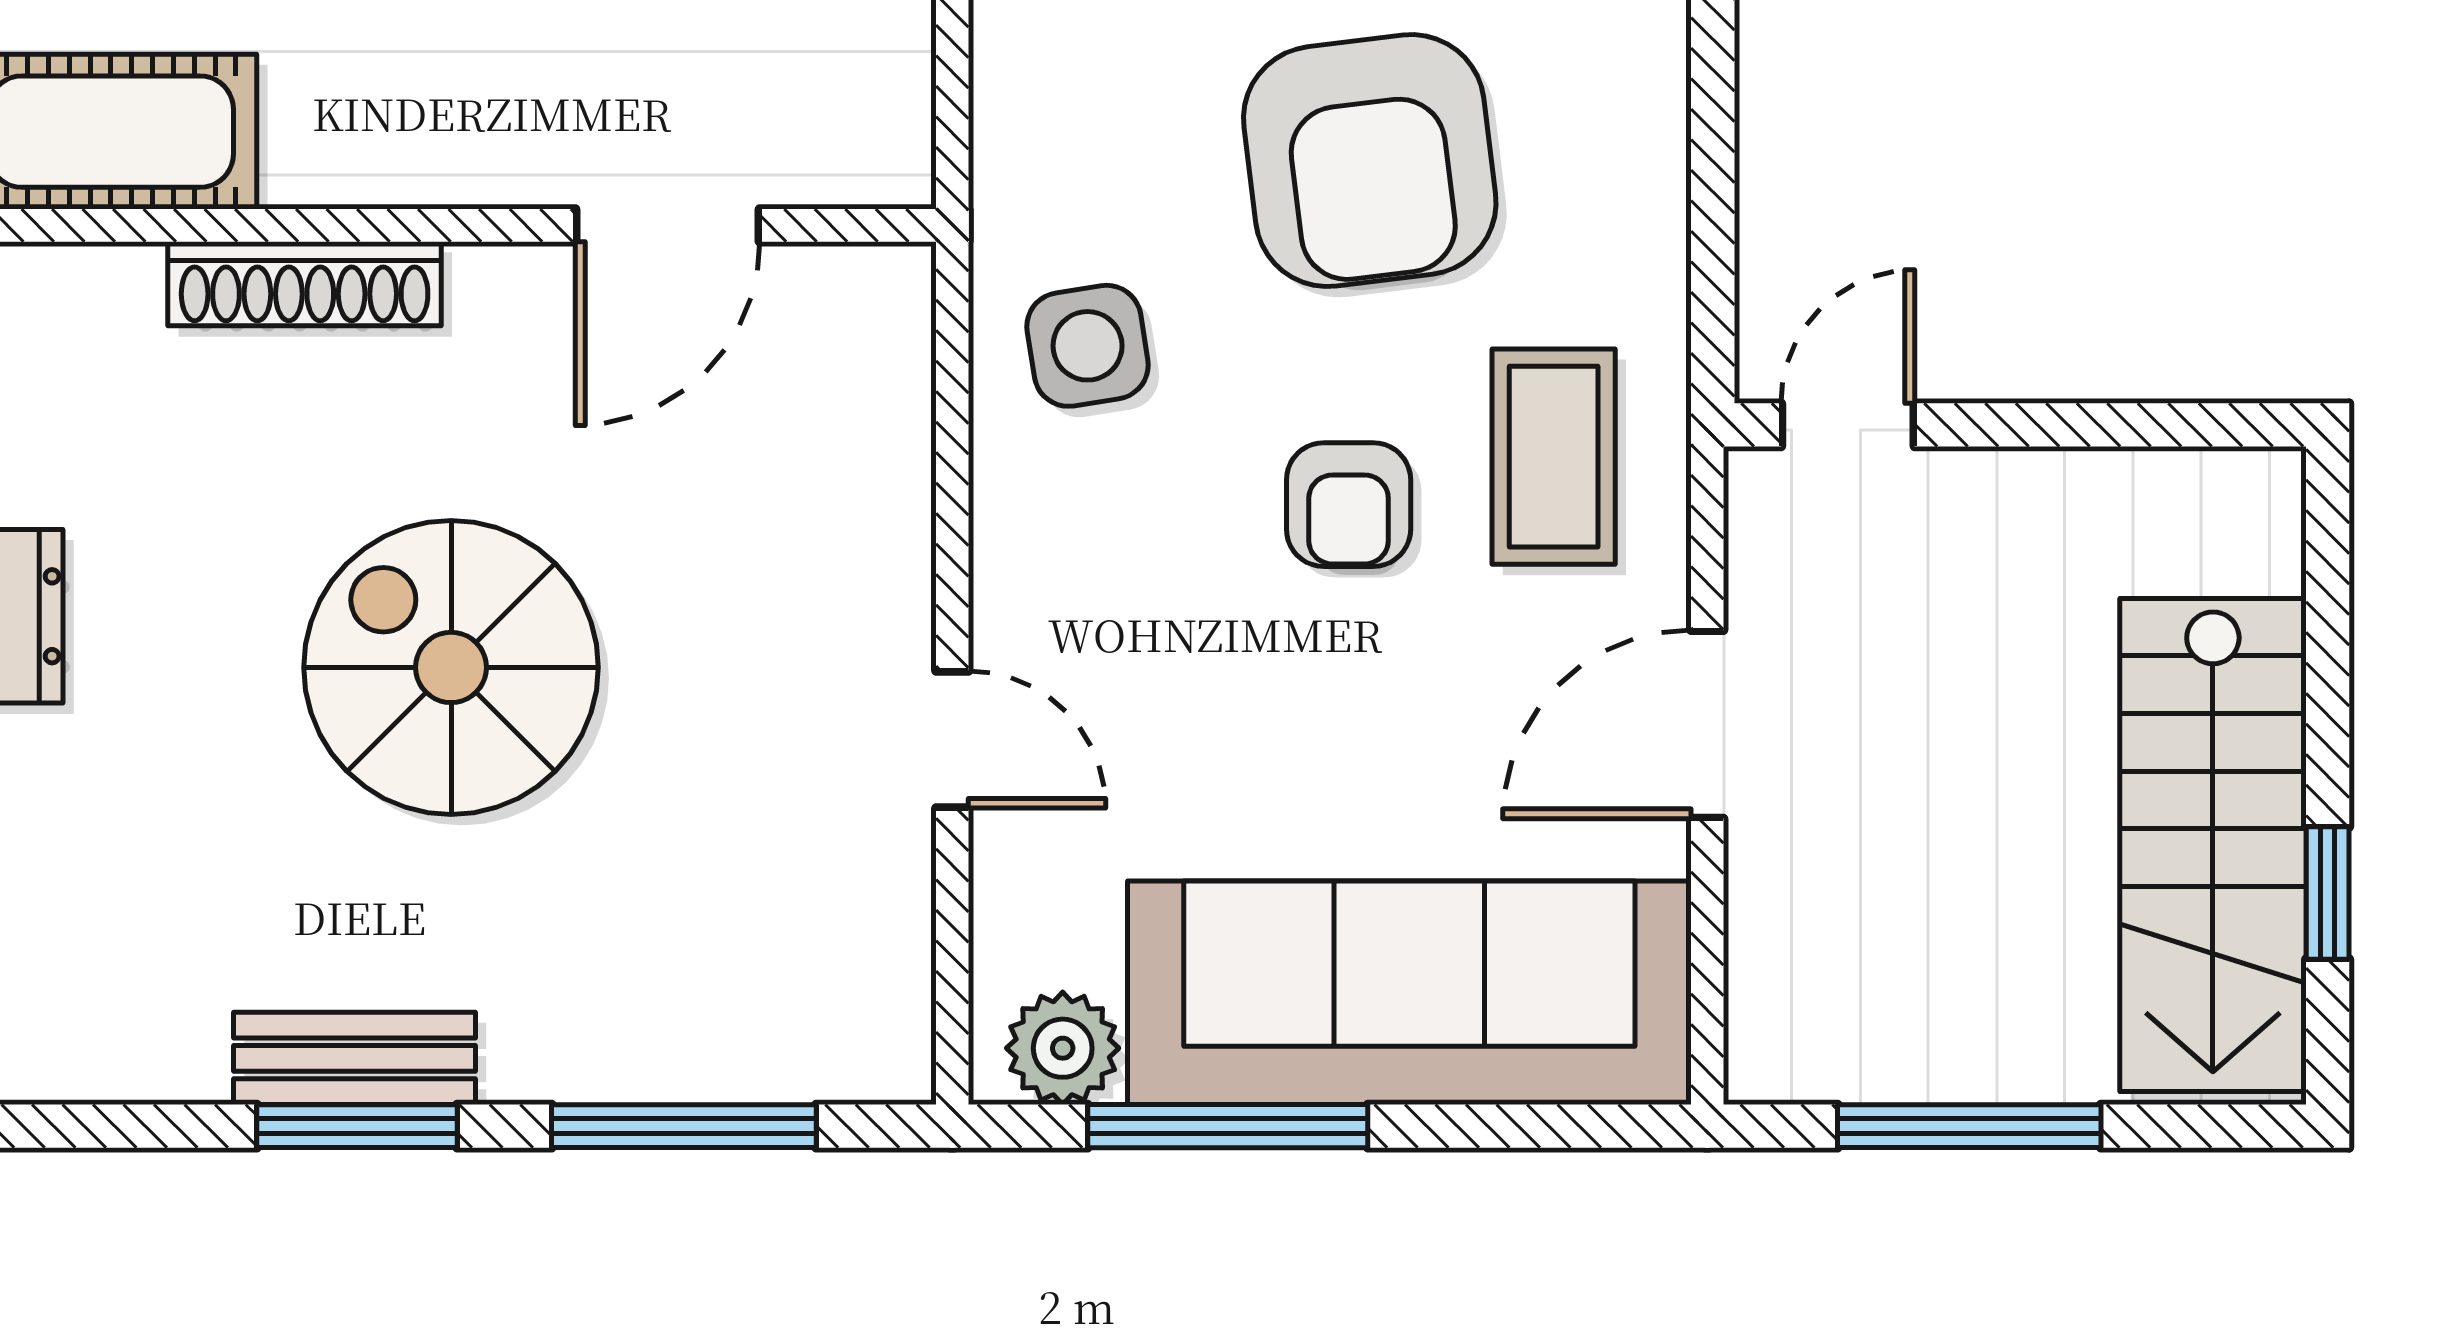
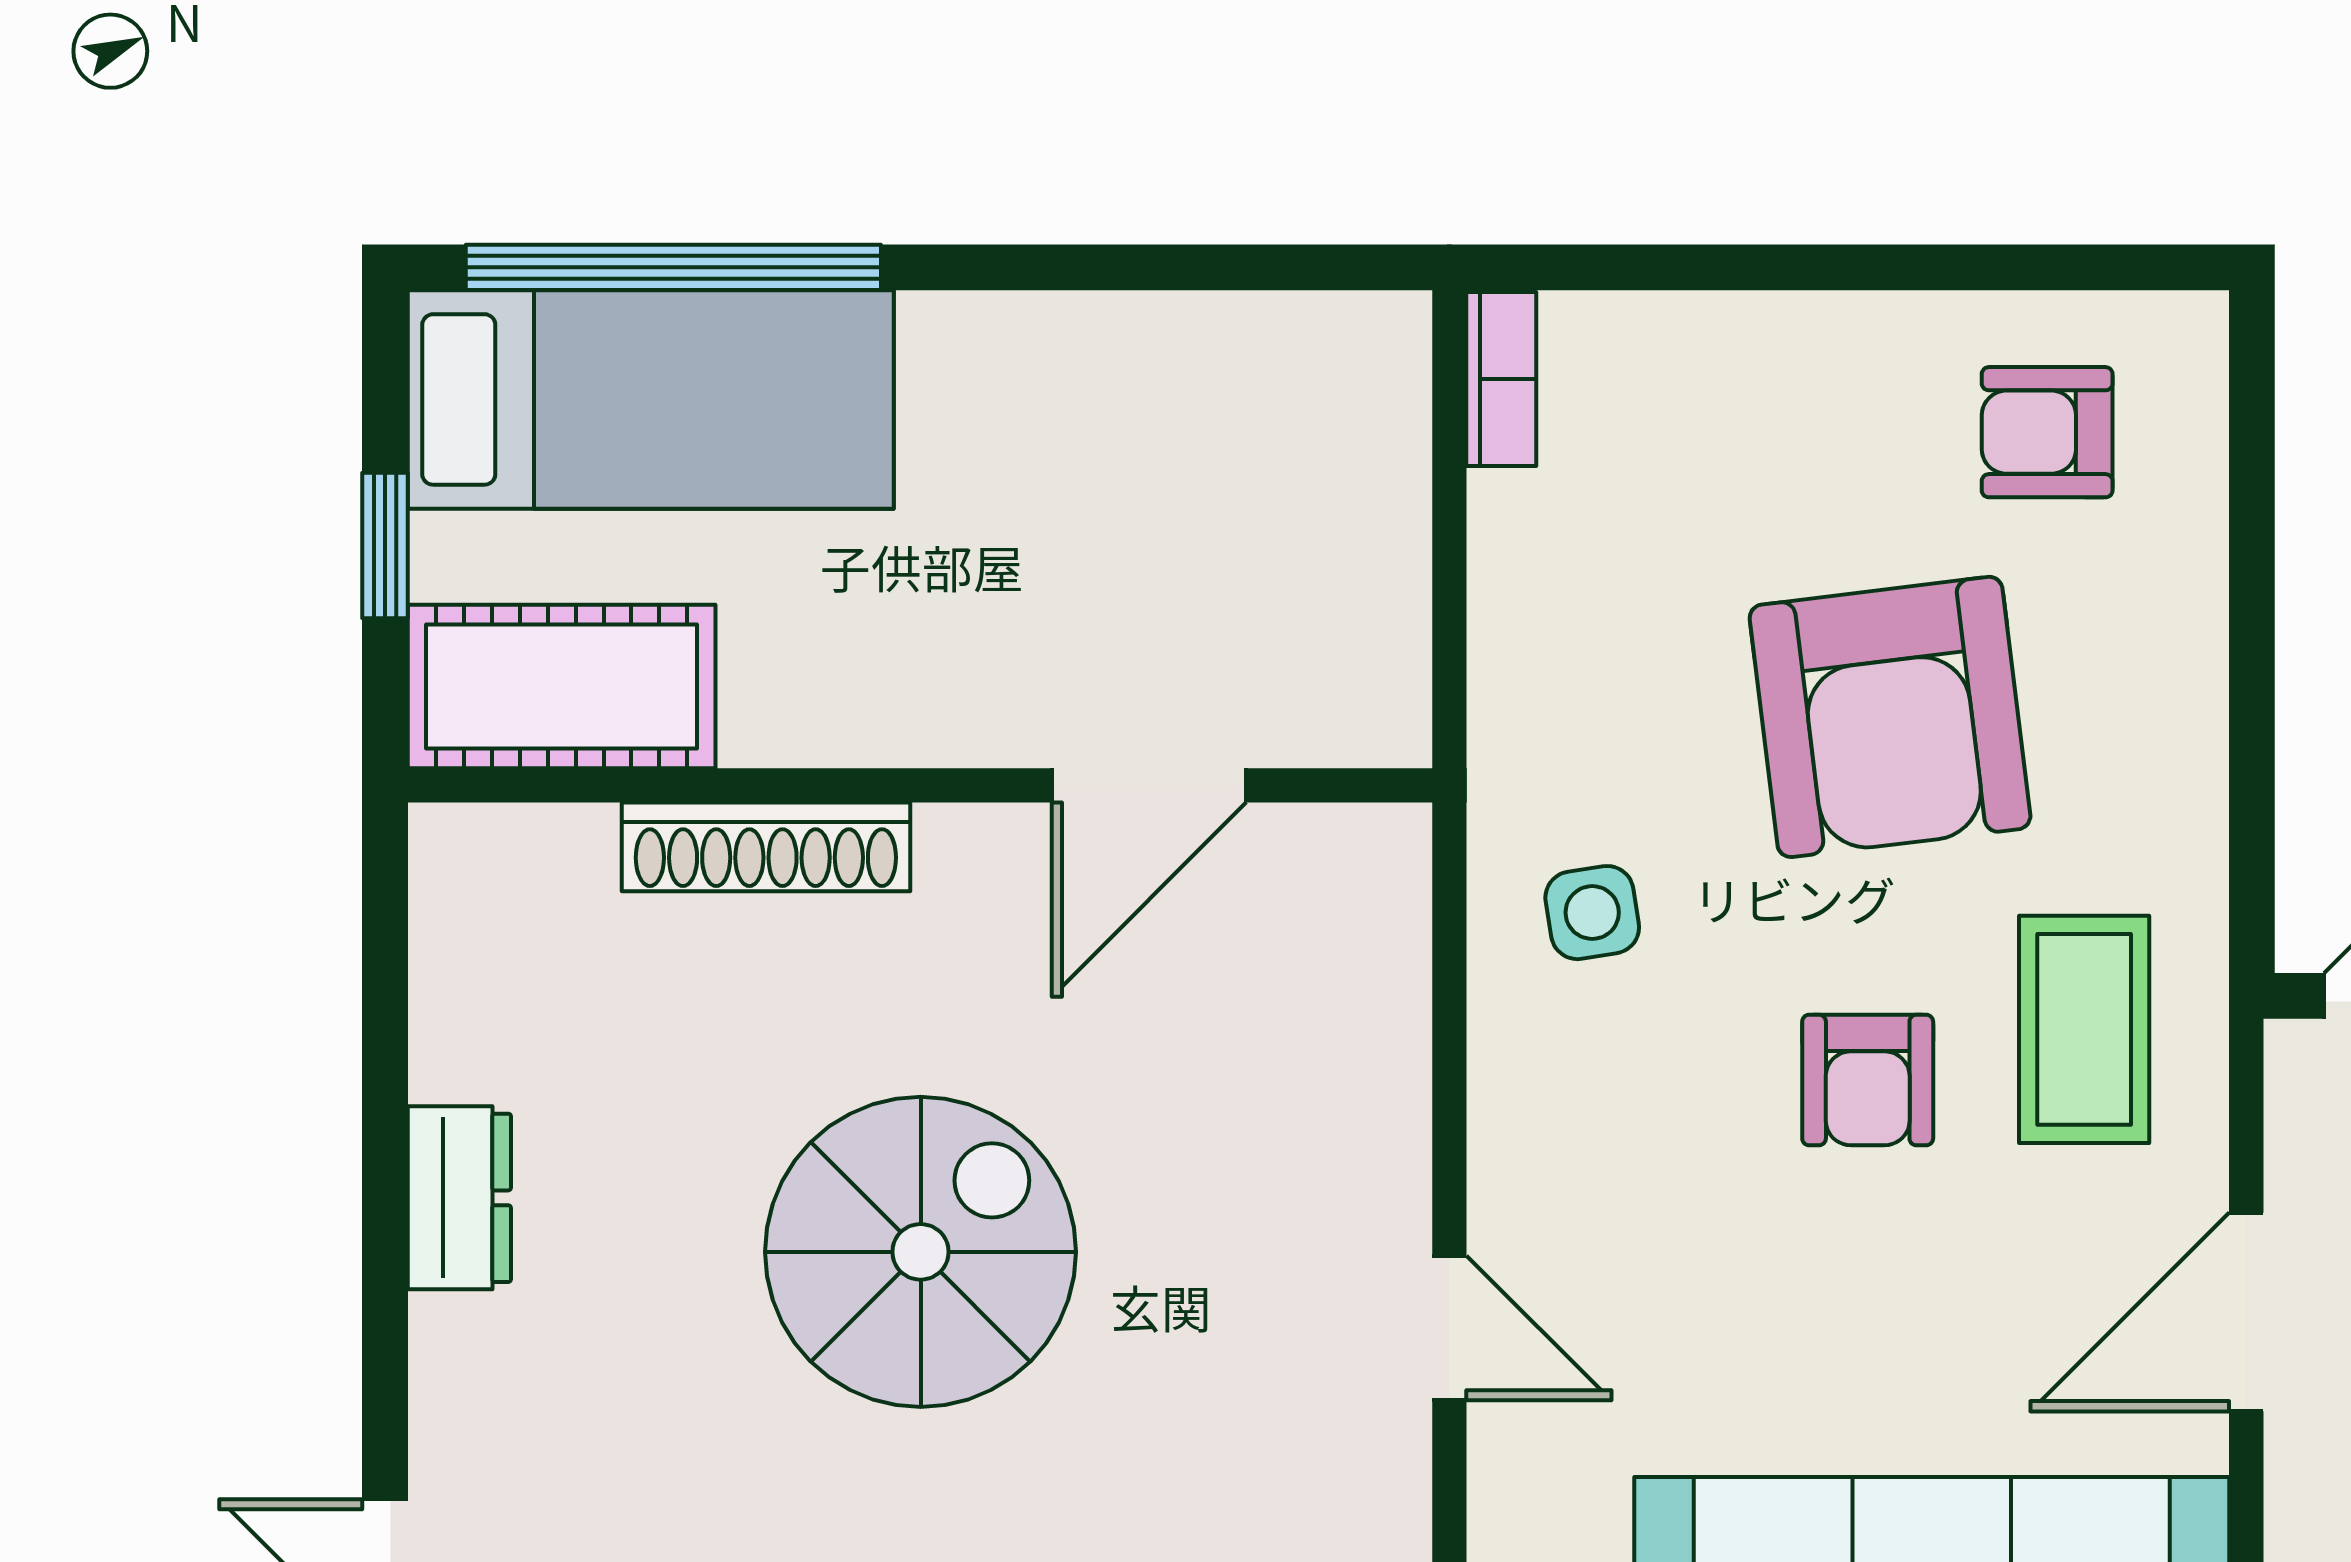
side table: (1088, 346) -> (1592, 913), width x0.73, depth x0.73
spiral stairs: (451, 667) -> (921, 1252), turned 90

